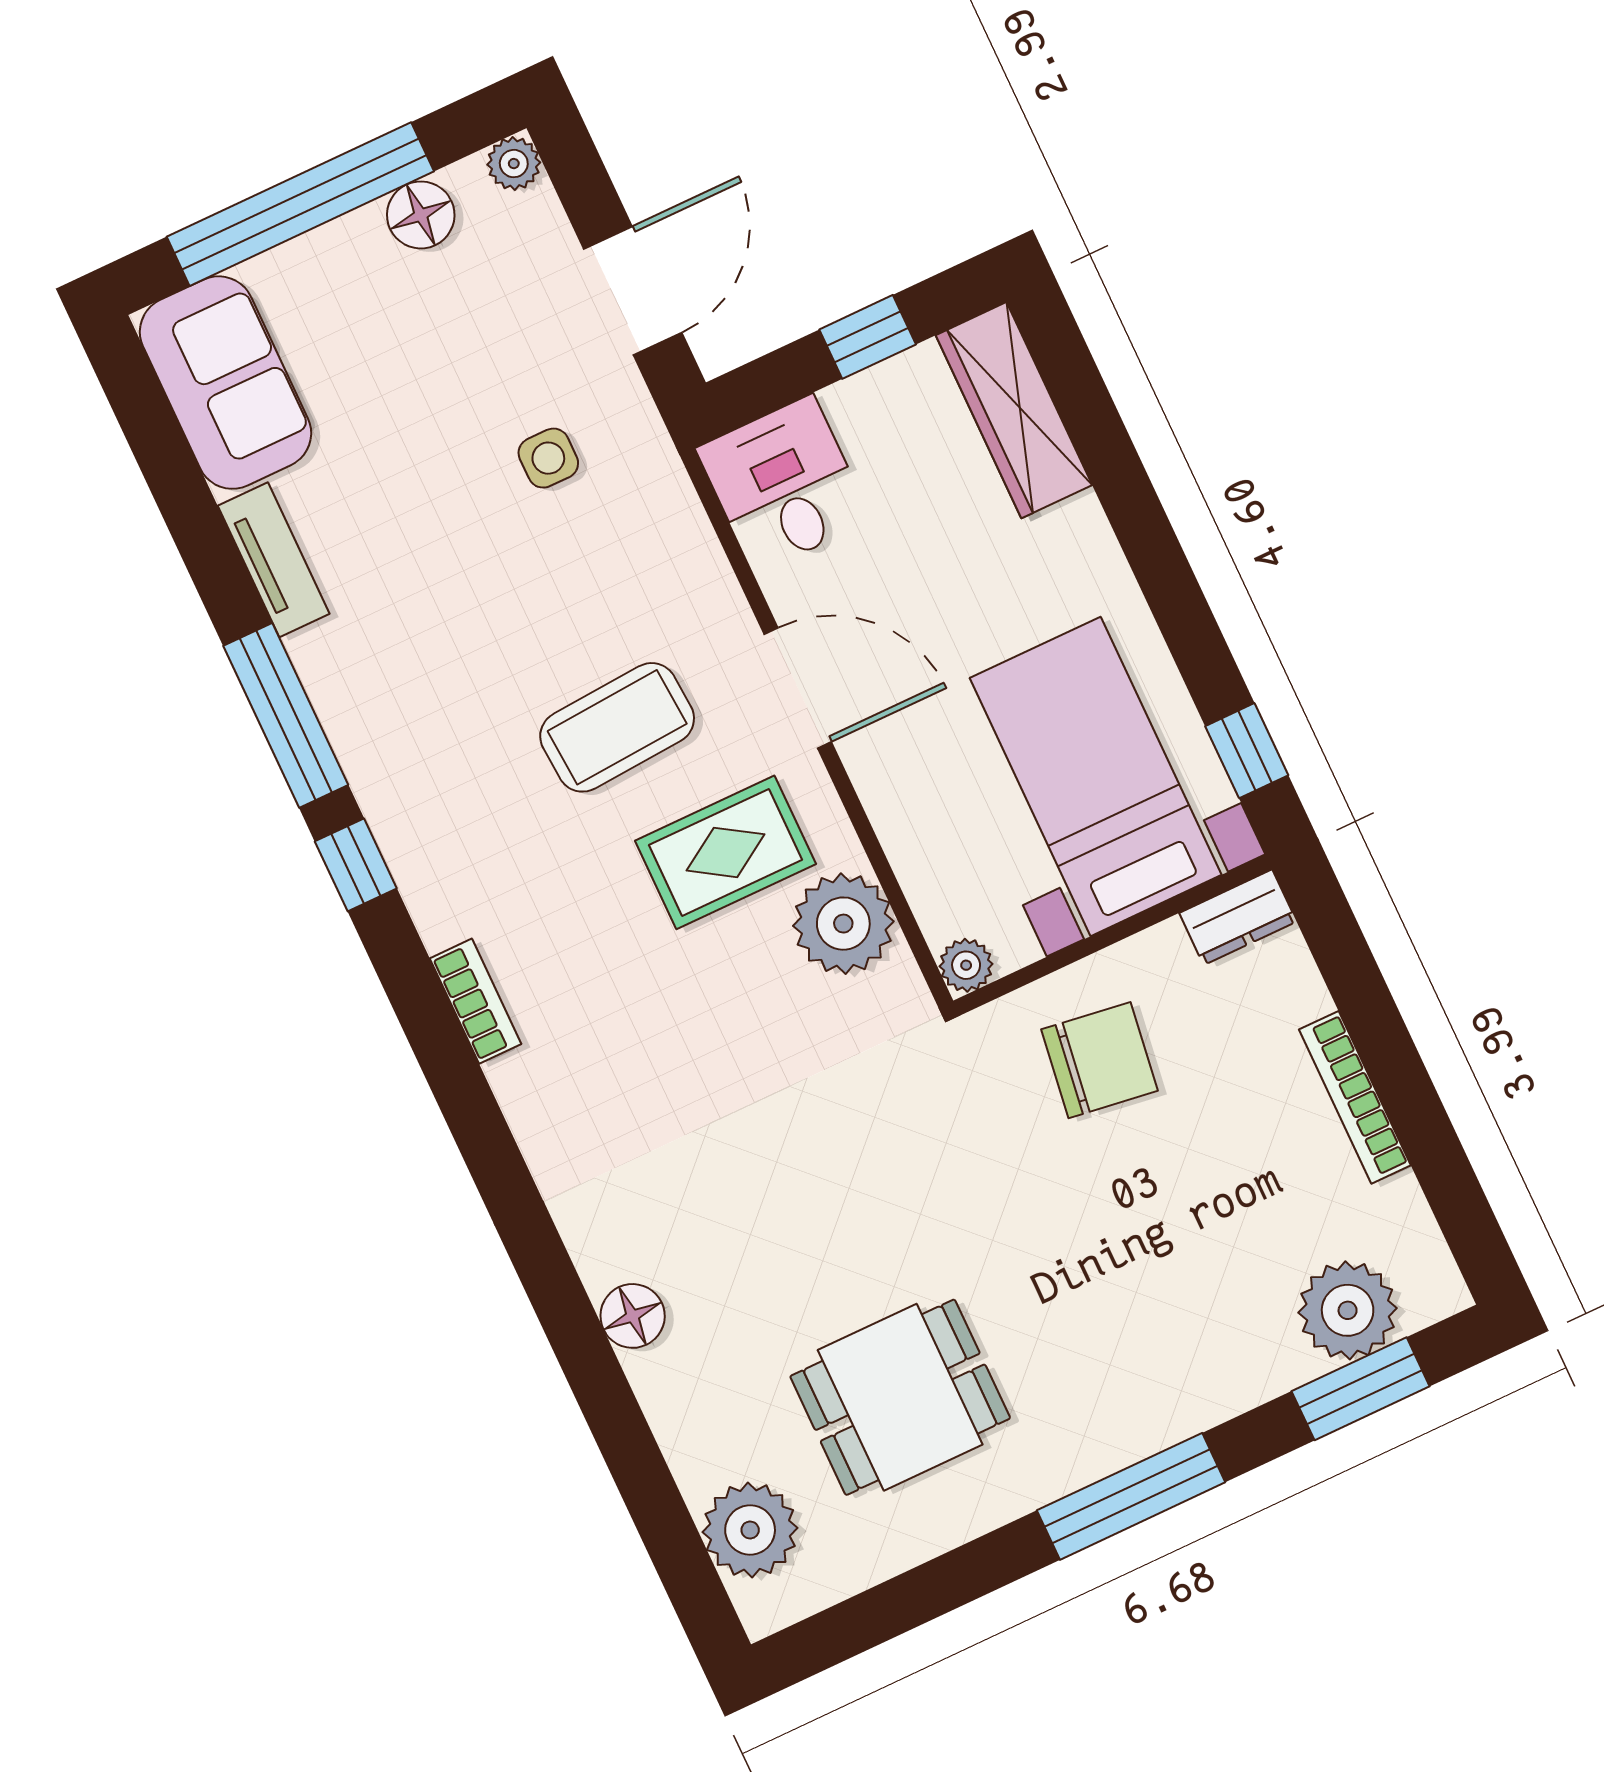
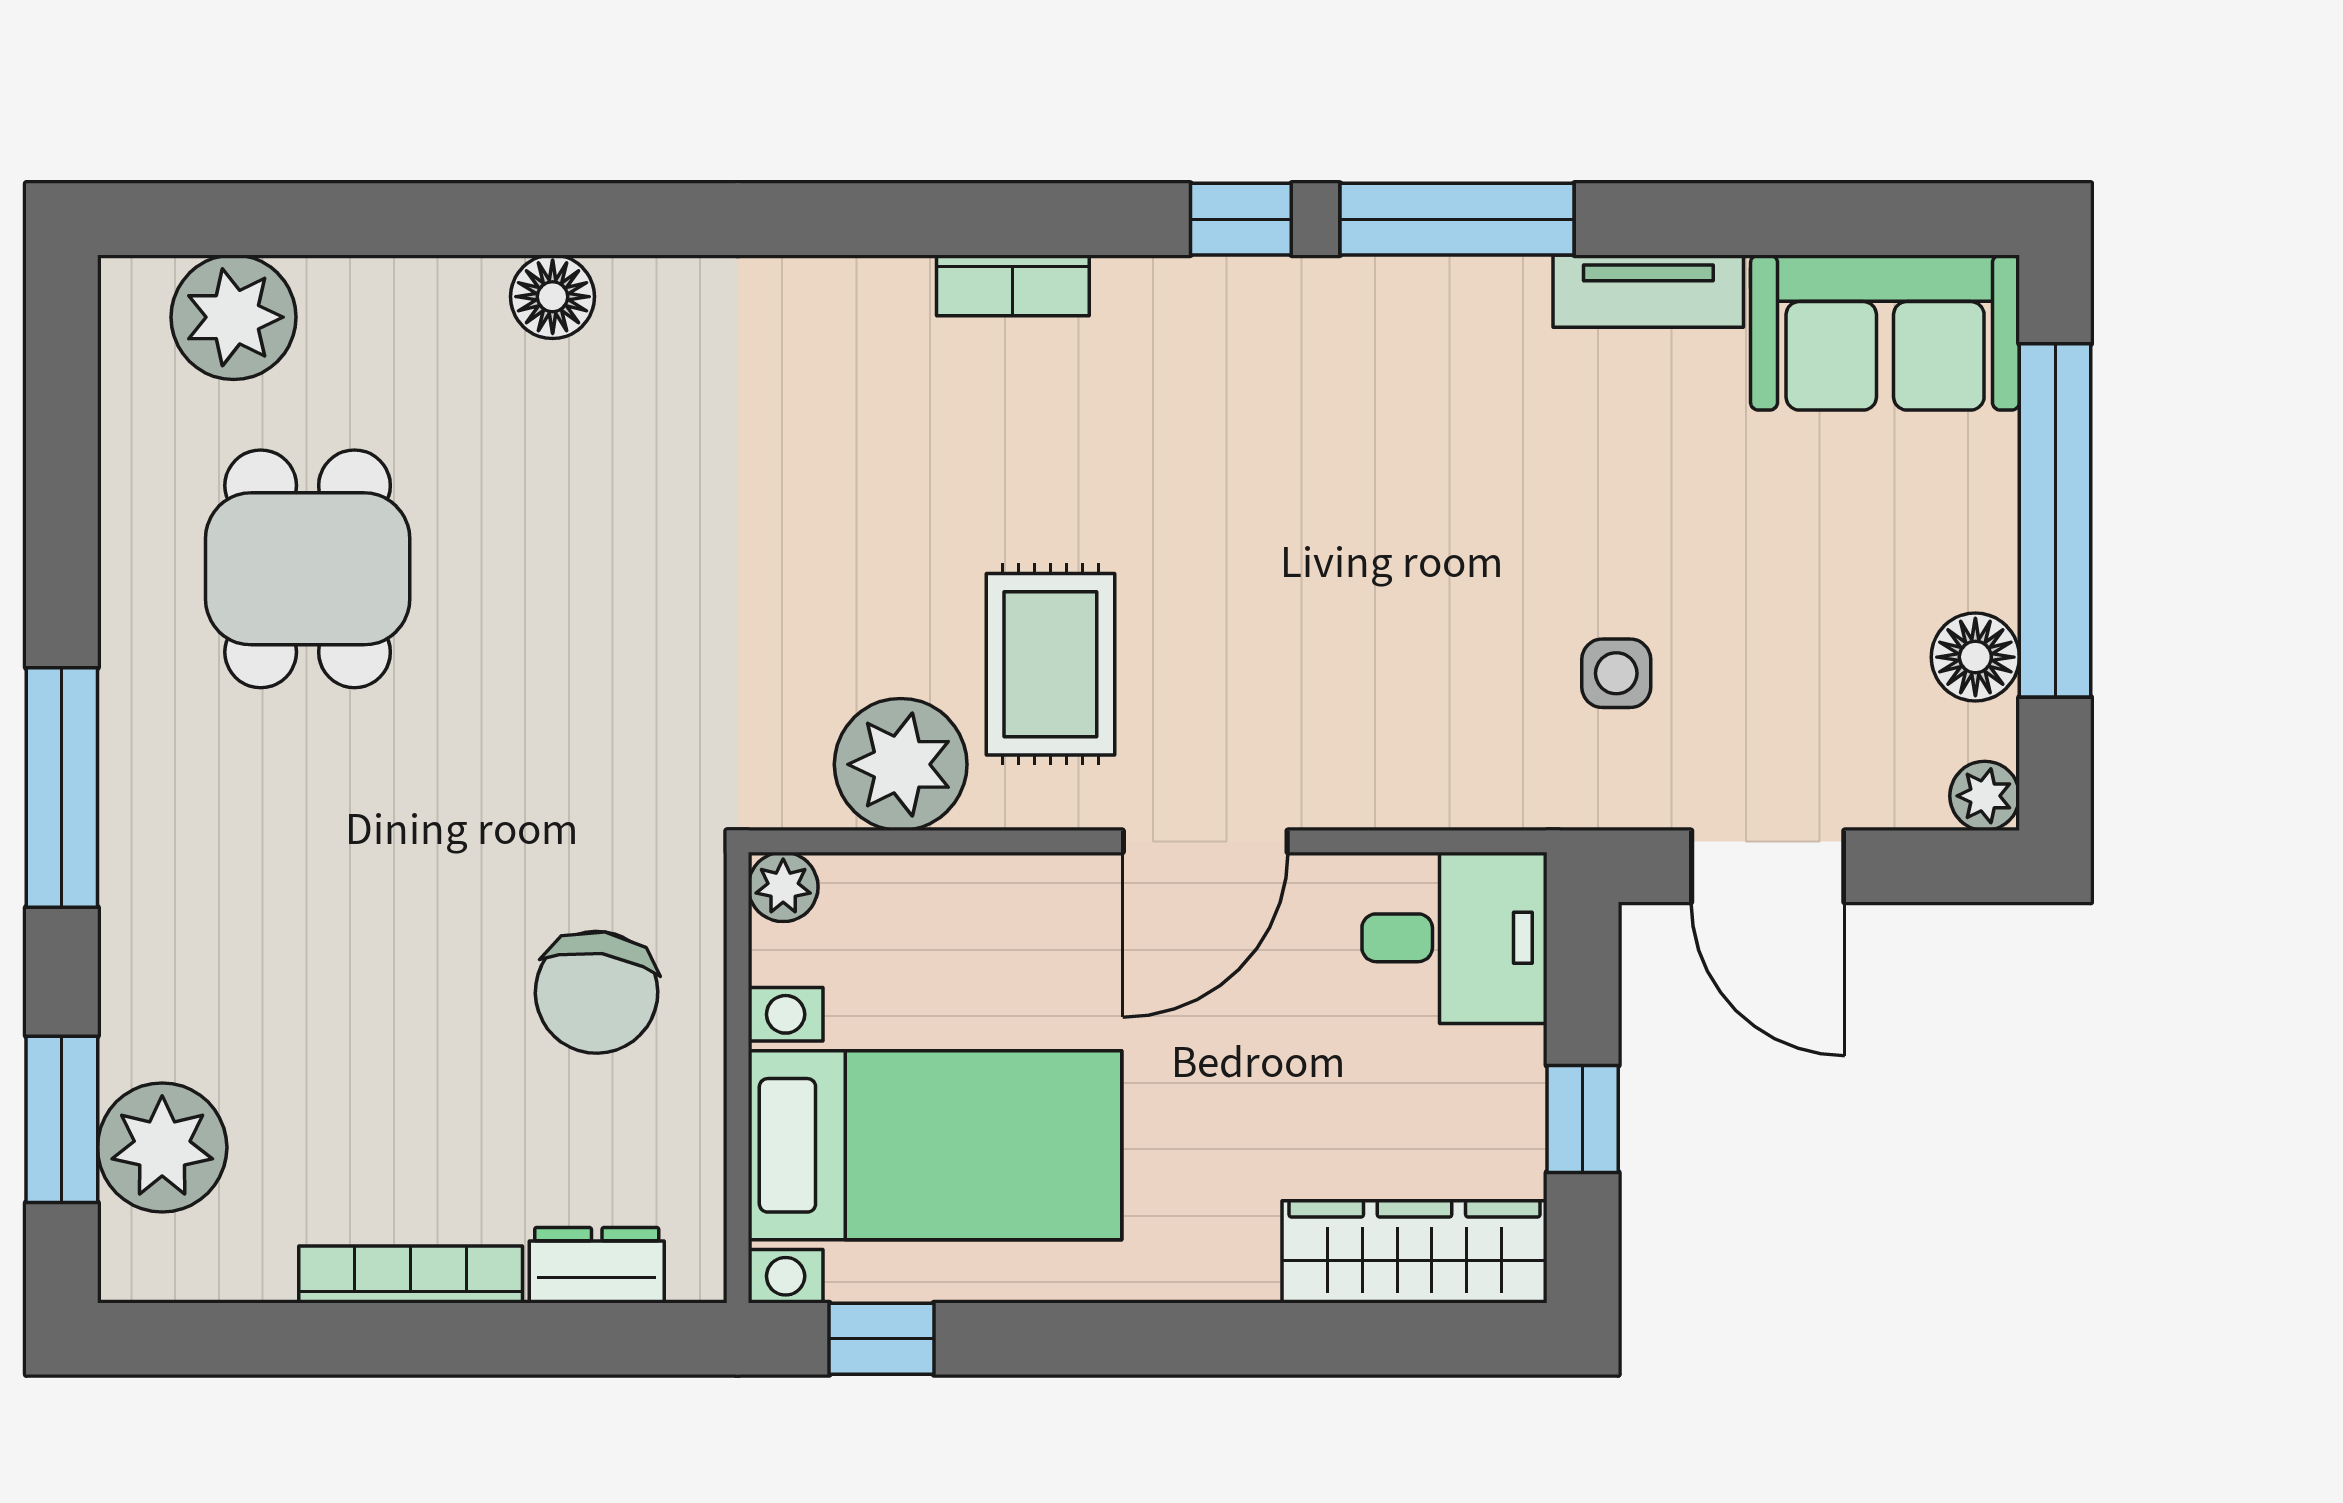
coffee table: (617, 727) -> (1259, 605), removed
dresser: (1238, 917) -> (597, 1265), moved, turned 90

